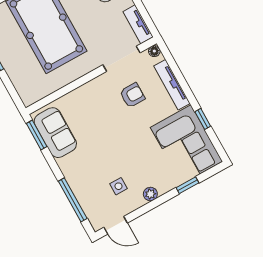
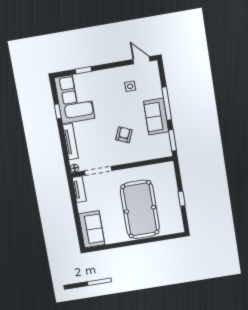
armchair: (132, 95) -> (124, 135), moved, turned 113
sofa: (55, 133) -> (156, 117), moved
plant: (150, 194) -> (111, 73), removed
window: (73, 200) -> (167, 104), moved

